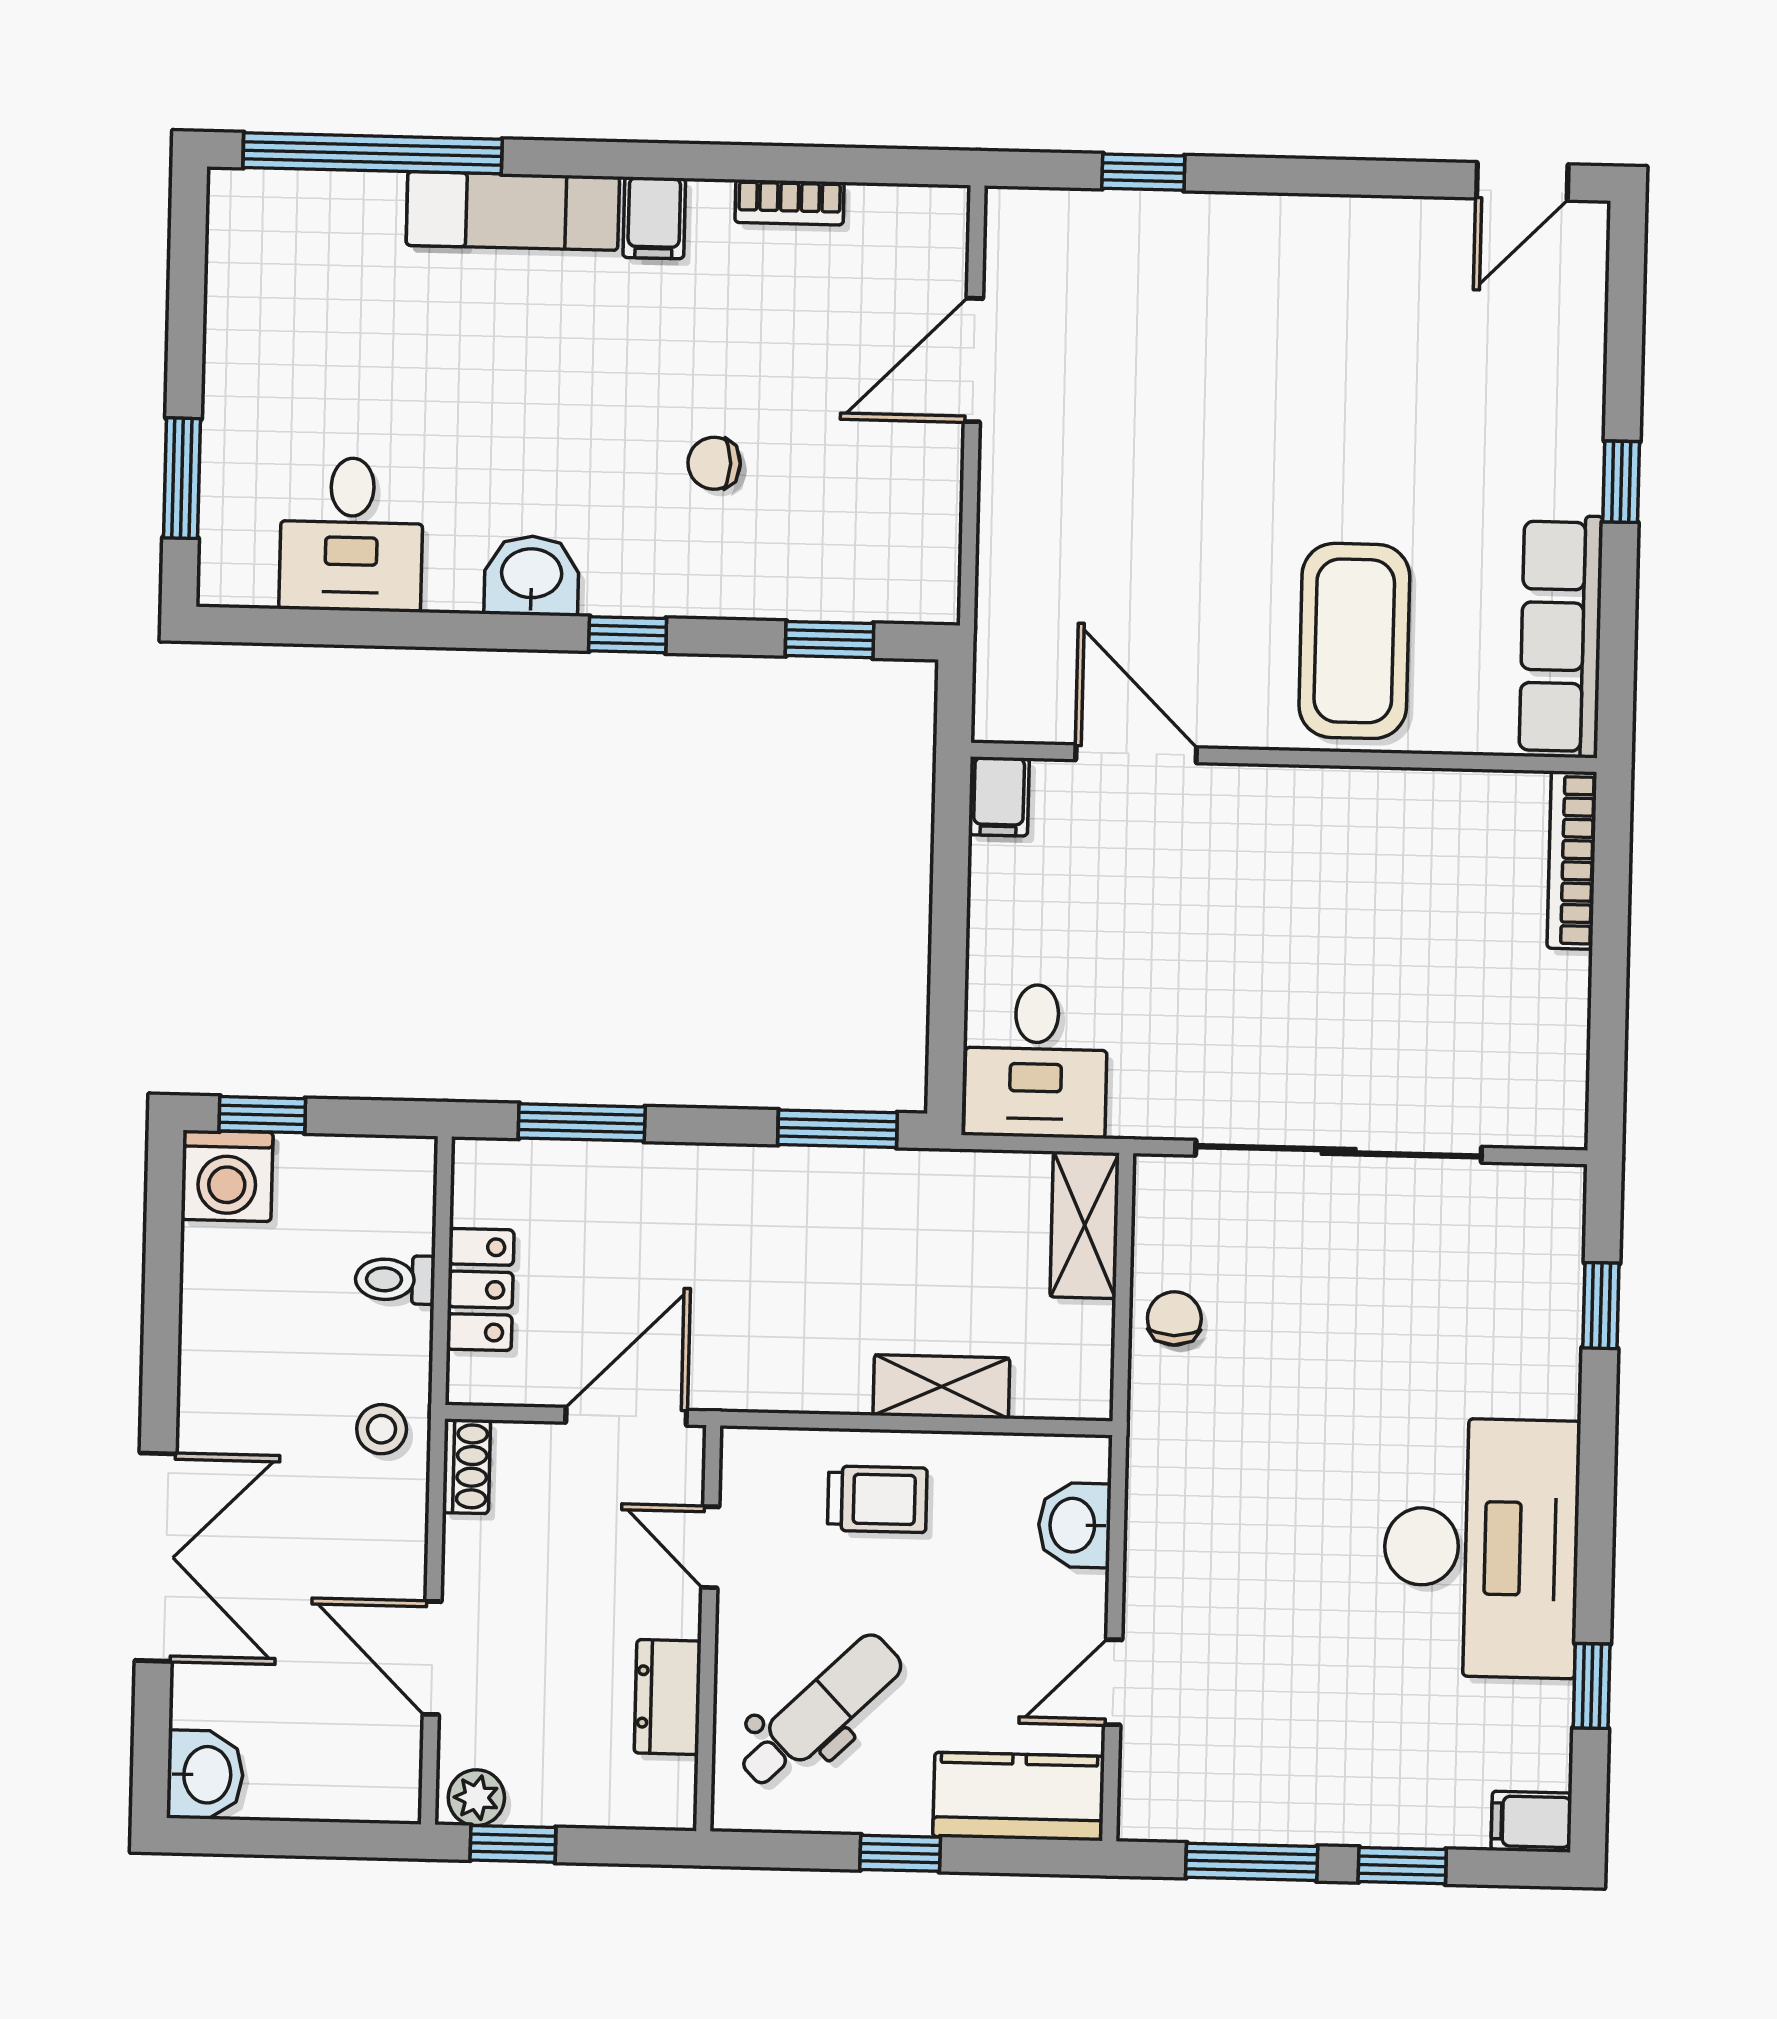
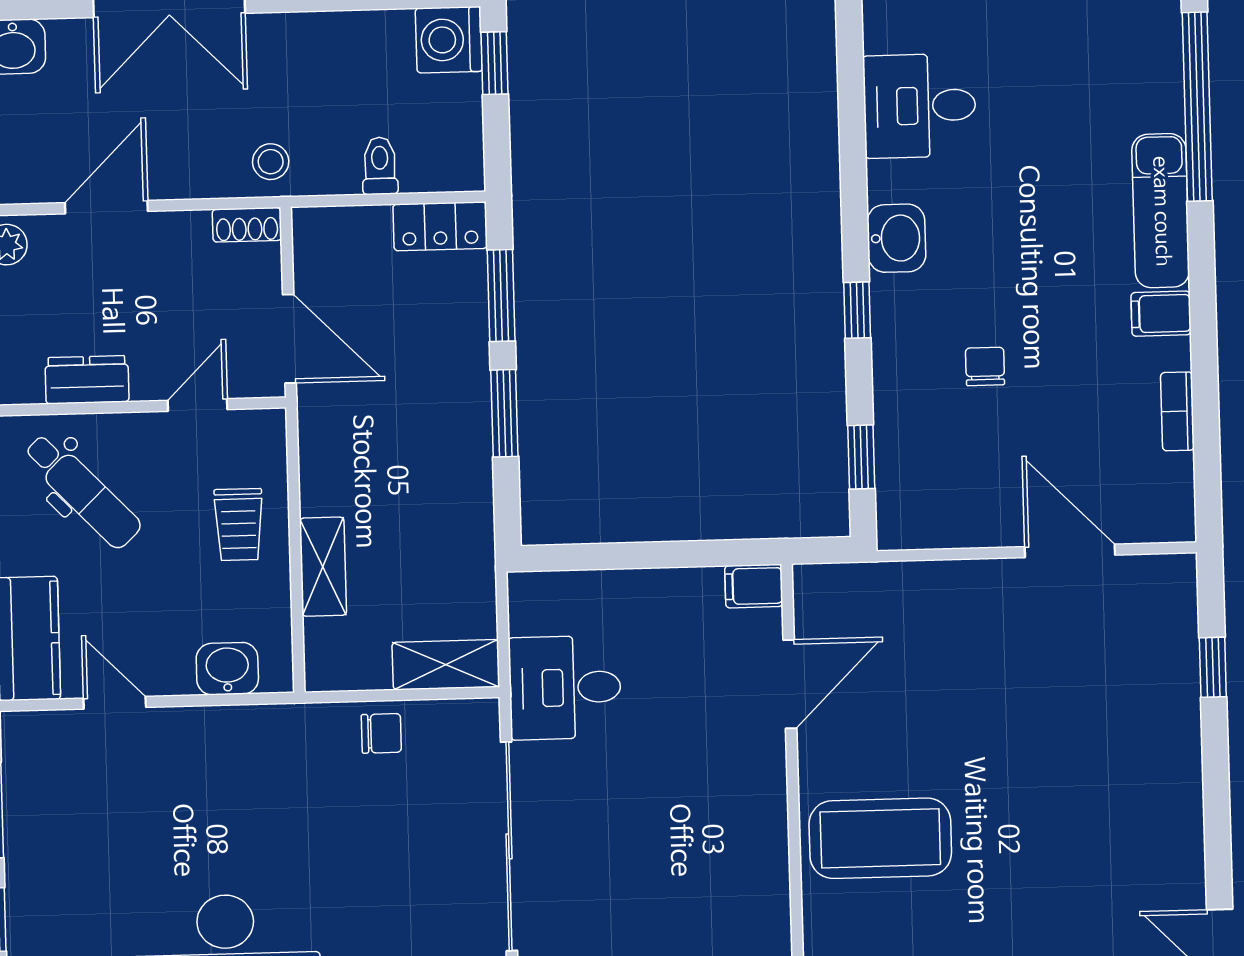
desk: (1036, 1061) -> (565, 688), moved
window: (837, 1129) -> (504, 413), moved
locker: (480, 1290) -> (440, 226), moved

